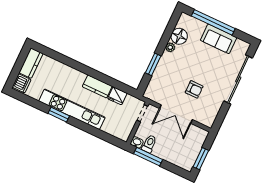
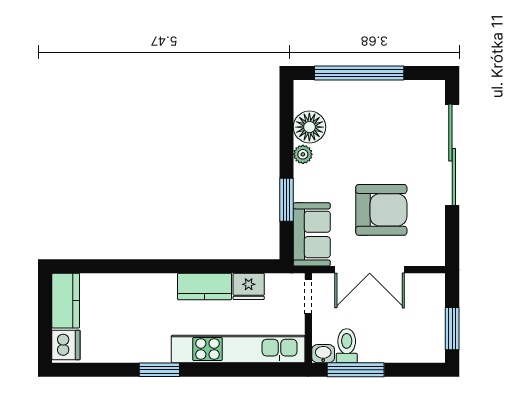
sofa: (219, 39) -> (312, 234), moved, turned -90
armchair: (194, 89) -> (381, 210), width x1.88, depth x1.88
kitchen unit: (72, 109) -> (238, 349), moved

